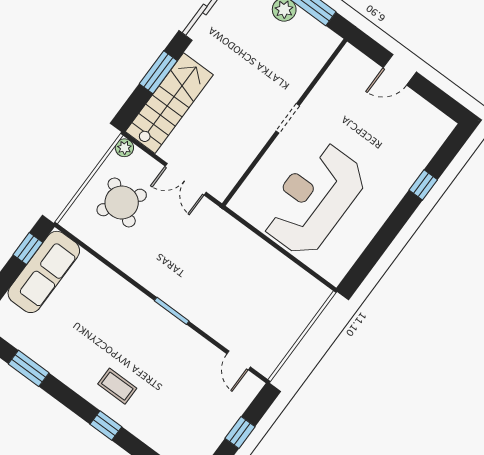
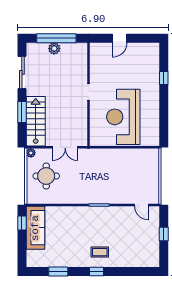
round table: (122, 202) -> (46, 176), turned -32
window: (106, 426) -> (97, 272), moved

